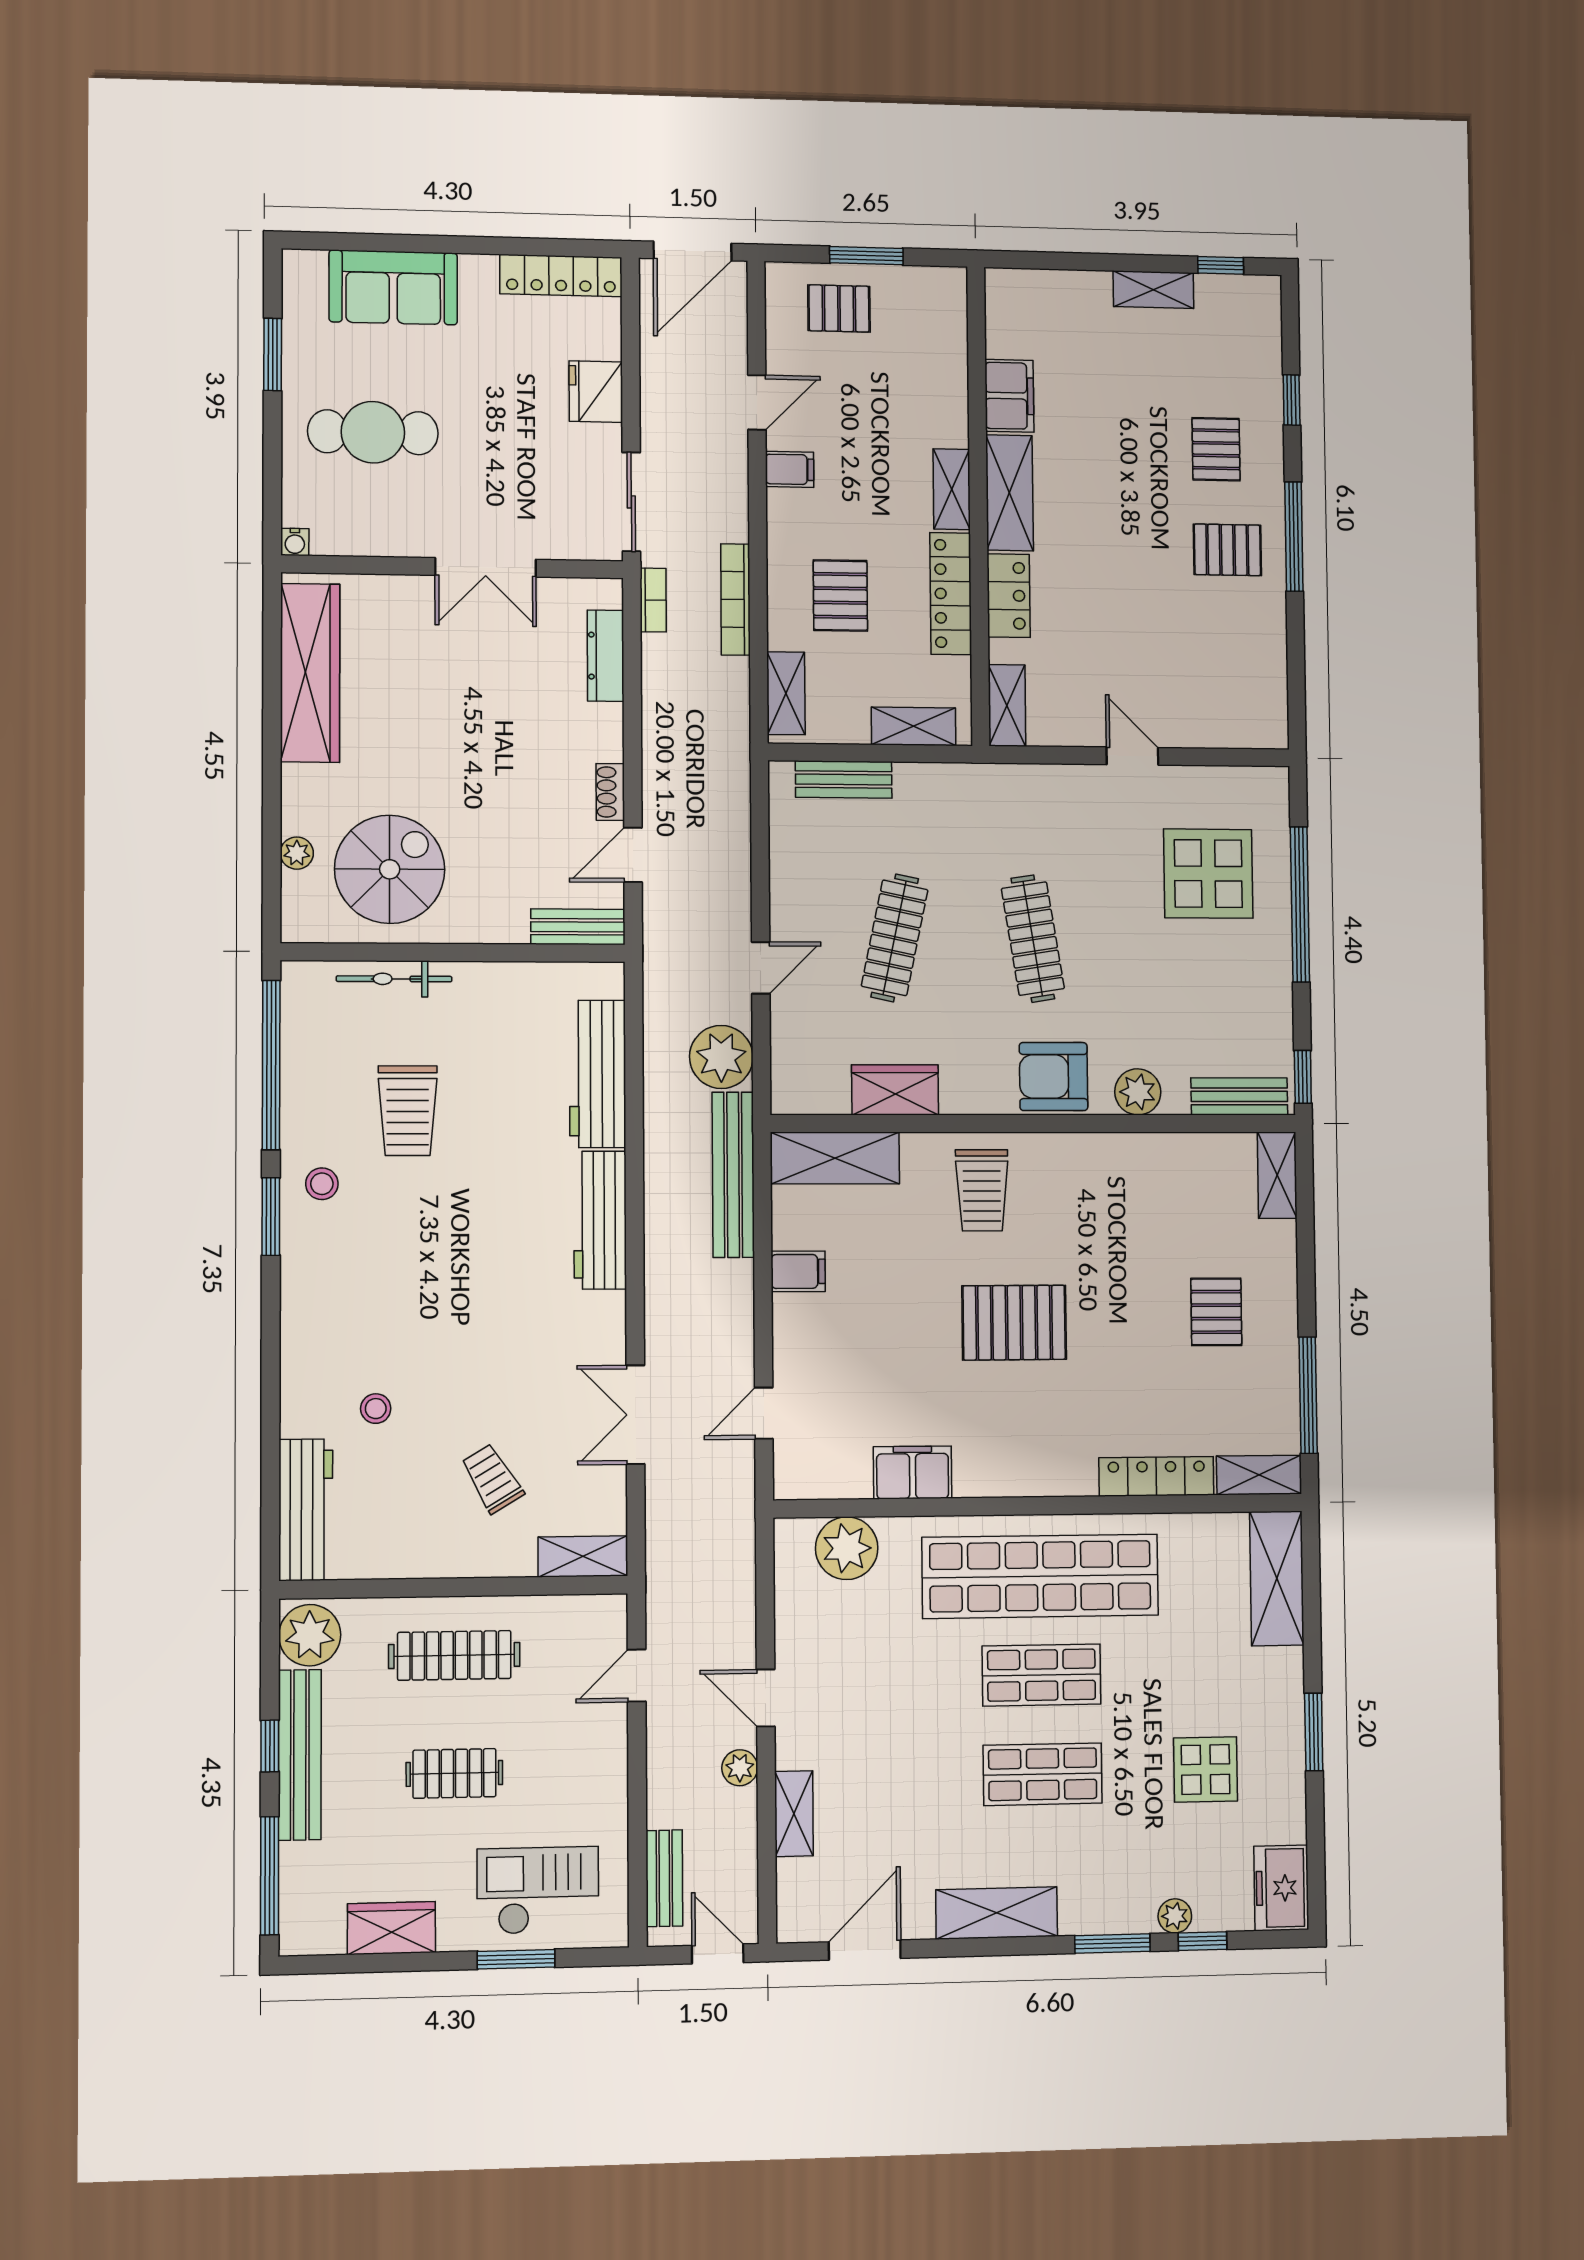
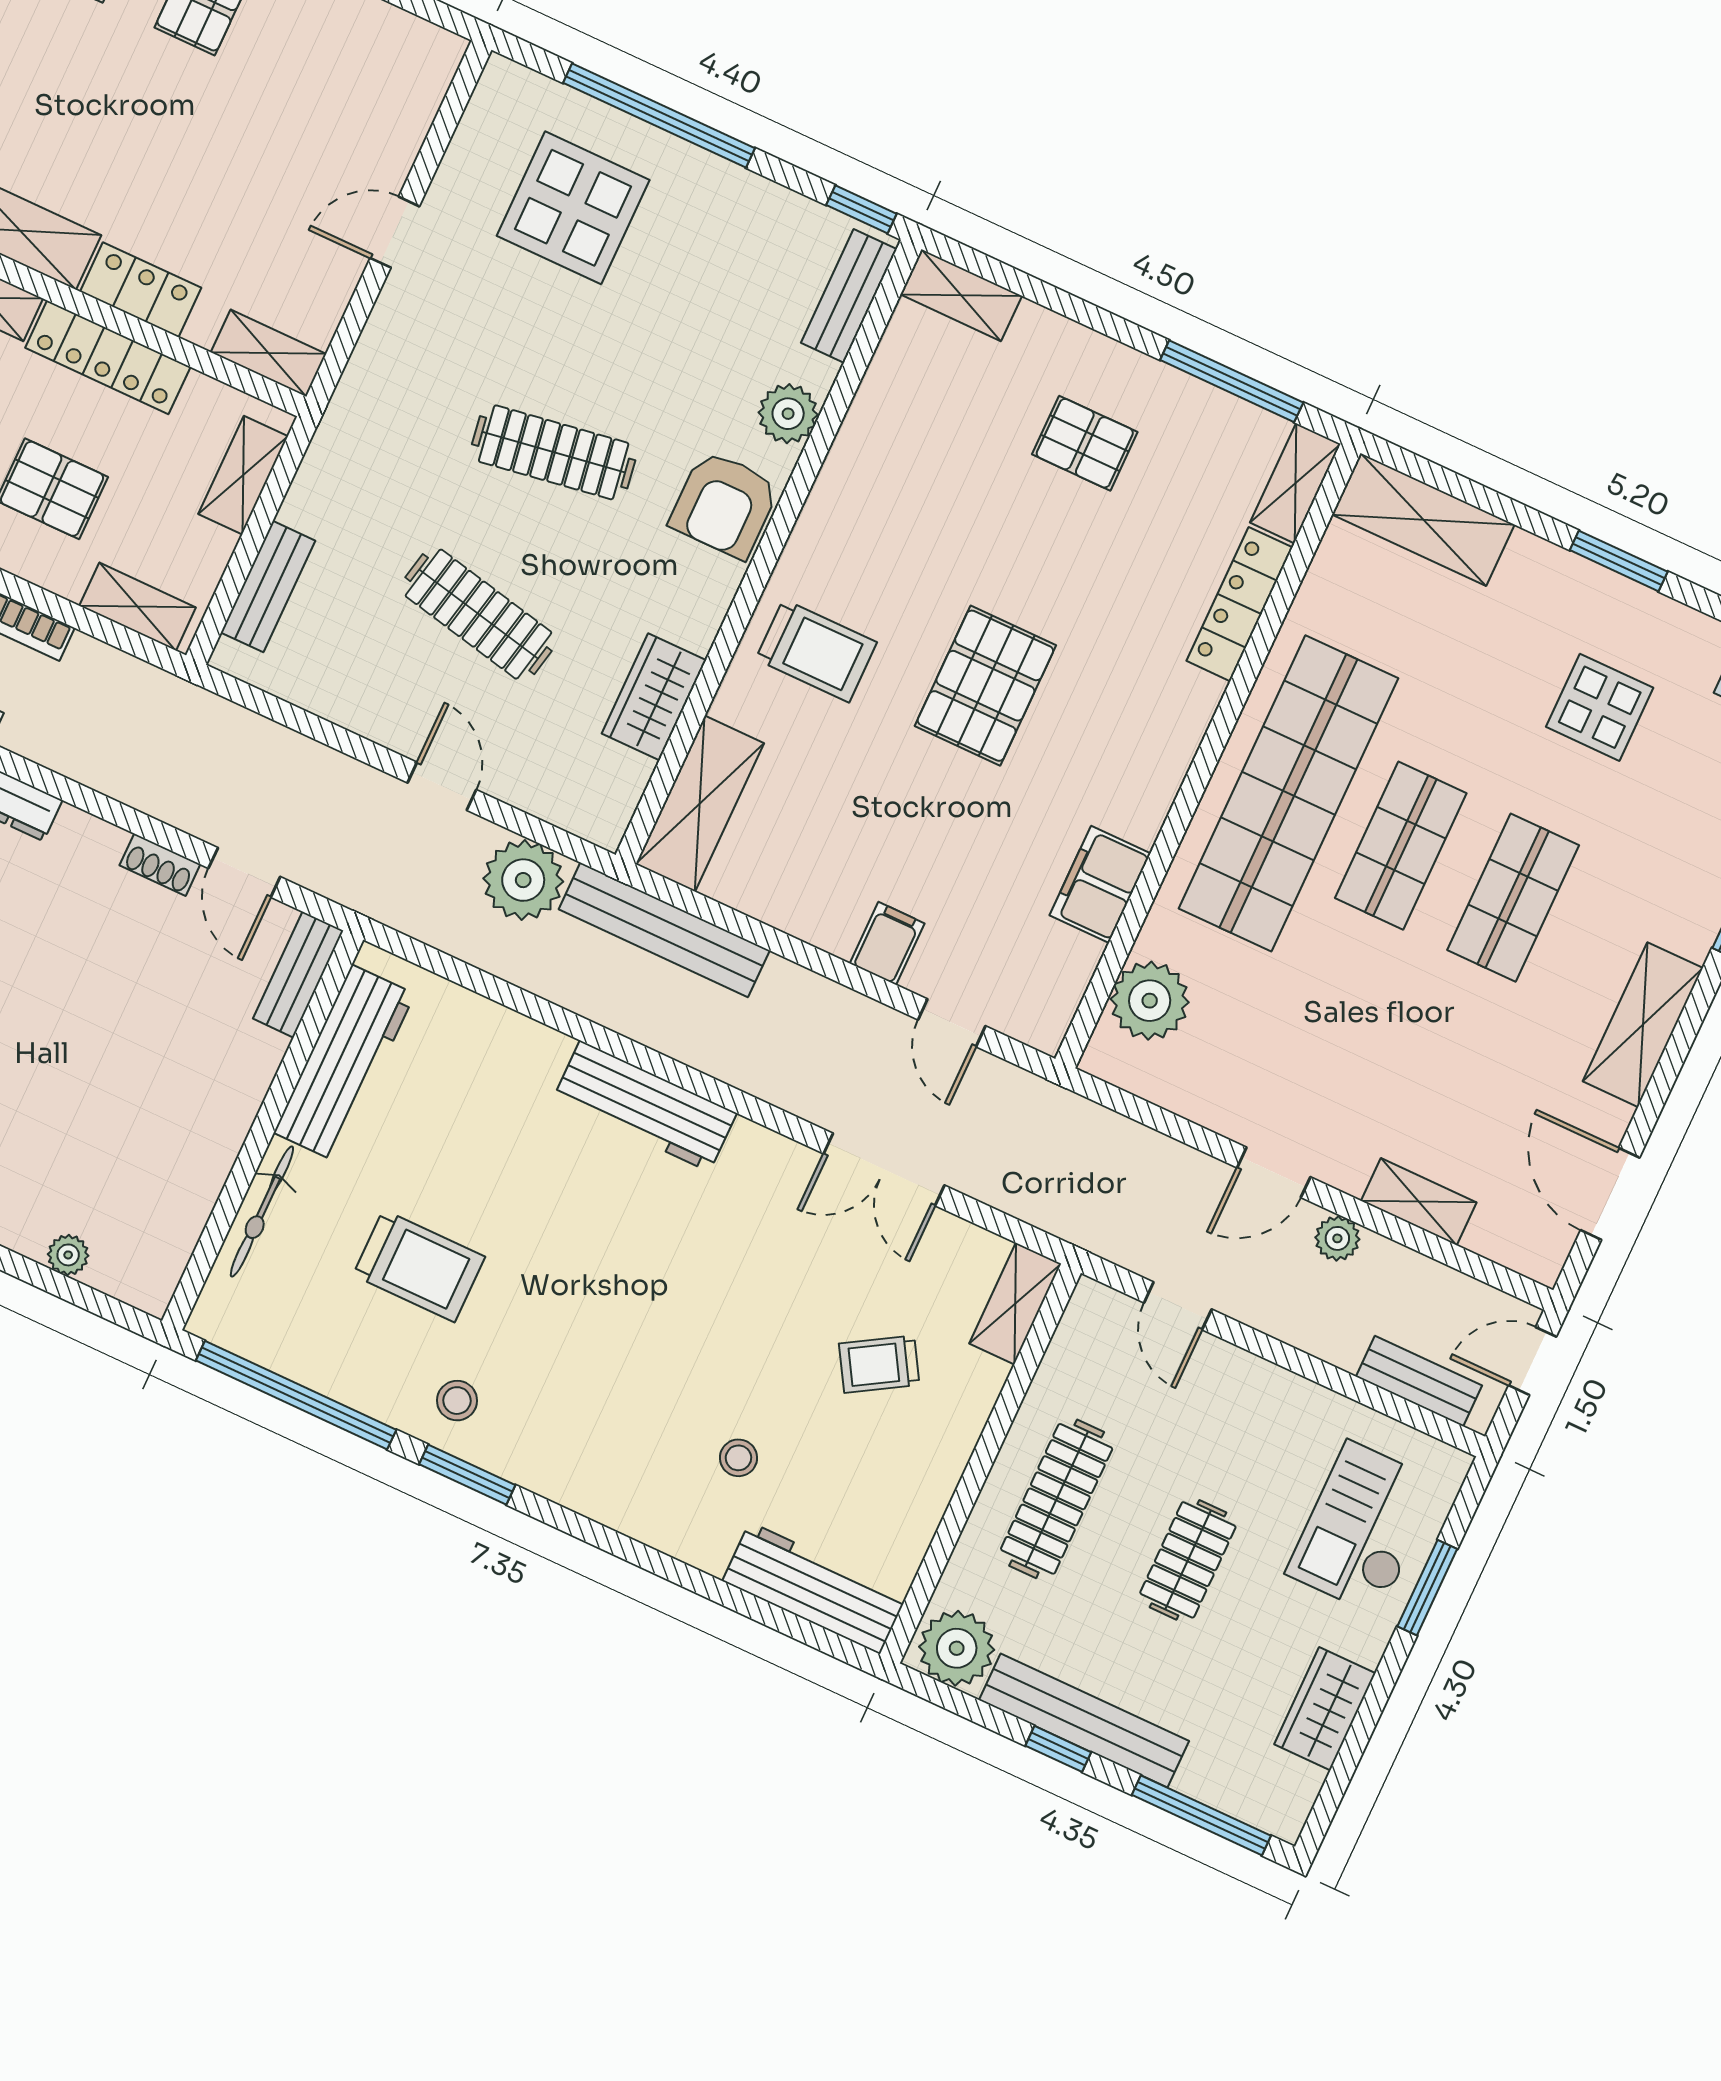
spiral stairs: (390, 869) -> (134, 1158), removed
workbench: (598, 1074) -> (344, 1063), moved, turned -90
filing cabinet: (798, 1271) -> (887, 943), moved

